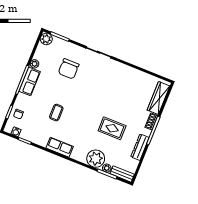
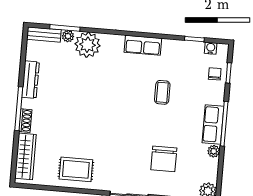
chair: (69, 69) -> (164, 159), turned 180
rug: (112, 128) -> (76, 169), moved

